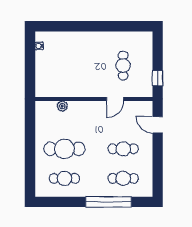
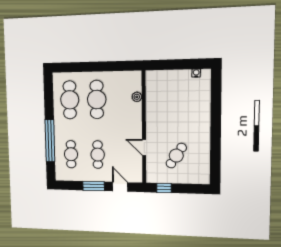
cafe table: (123, 66) -> (176, 156), turned -57
door: (158, 125) -> (120, 187), hinge flipped
window: (158, 154) -> (94, 186), added
cafe table: (64, 178) -> (70, 100), width x1.37, depth x1.35

